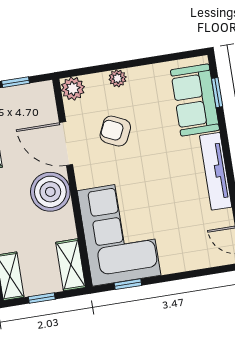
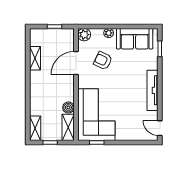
sofa: (195, 100) -> (135, 39), moved, turned -90
door: (66, 144) -> (76, 63), hinge flipped
boiler: (50, 192) -> (68, 108), moved, width x0.54, depth x0.54

